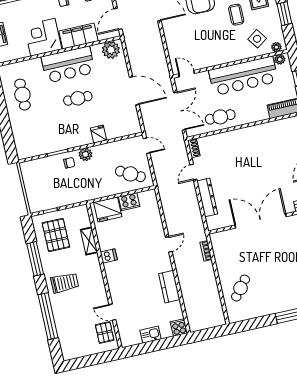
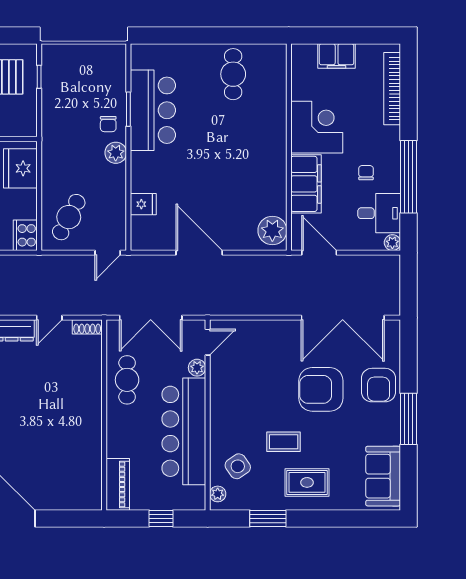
plant: (280, 59) -> (197, 368), moved
bar counter: (68, 65) -> (153, 110), moved, turned 180
door: (134, 91) -> (199, 253), swing flipped
cafe table: (22, 95) -> (233, 74), turned 90
cafe table: (78, 98) -> (207, 161), removed
fridge: (99, 134) -> (143, 204), moved
door: (193, 172) -> (49, 318), swing flipped
cooker: (129, 202) -> (25, 235), moved

